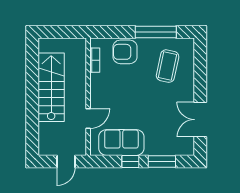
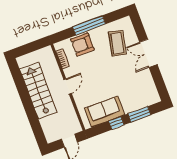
window: (156, 32) -> (89, 25), moved
door: (88, 118) -> (68, 86), moved
double door: (200, 120) -> (148, 53), moved

